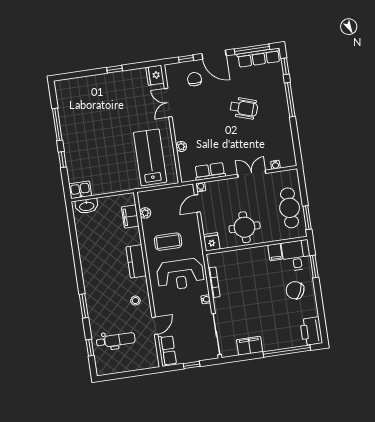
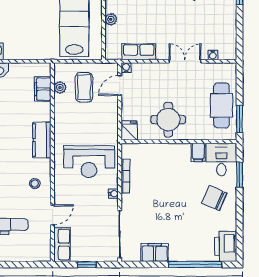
coffee table: (168, 242) -> (84, 87), moved, turned 90

